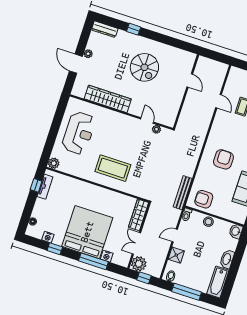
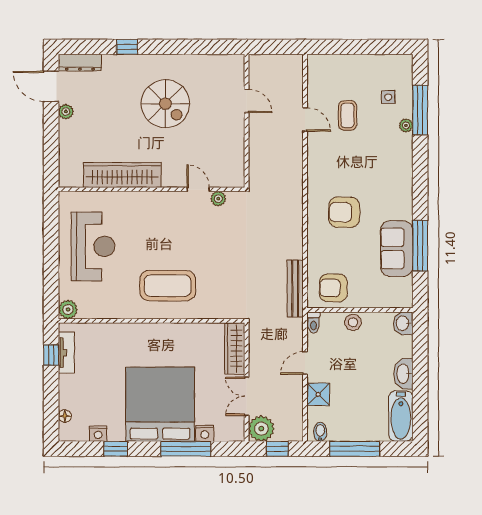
door: (76, 64) -> (51, 86), moved
armchair: (223, 159) -> (344, 212), turned -89

